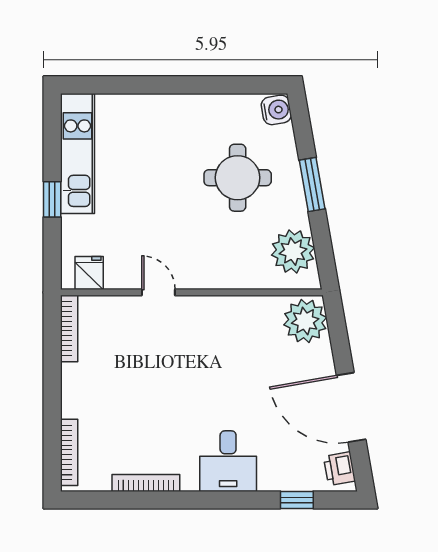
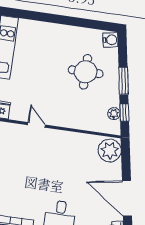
window: (323, 245) -> (124, 113), added
plant: (293, 251) -> (114, 114), width x0.53, depth x0.53

